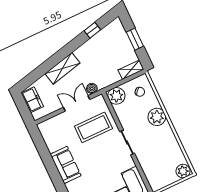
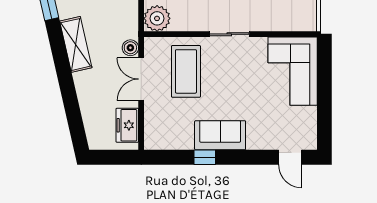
shelving: (62, 68) -> (76, 44), moved
freezer: (32, 100) -> (127, 125), moved, turned -90
window: (48, 162) -> (205, 157), added

